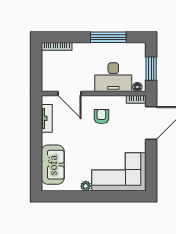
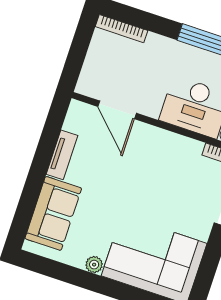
armchair: (101, 117) -> (156, 163), removed
tv unit: (47, 118) -> (62, 155), moved

